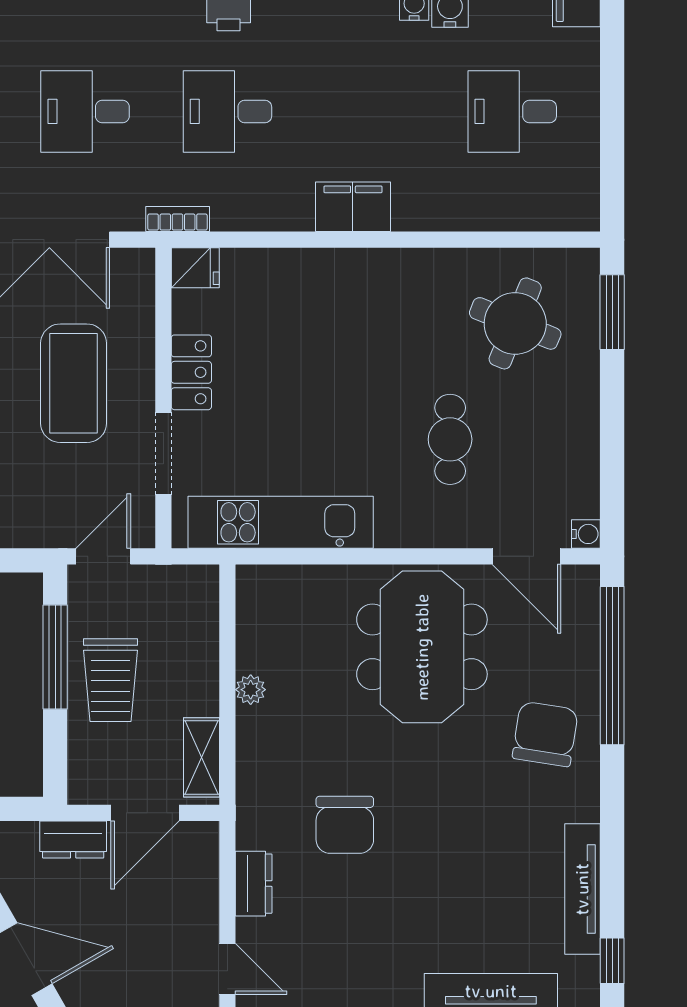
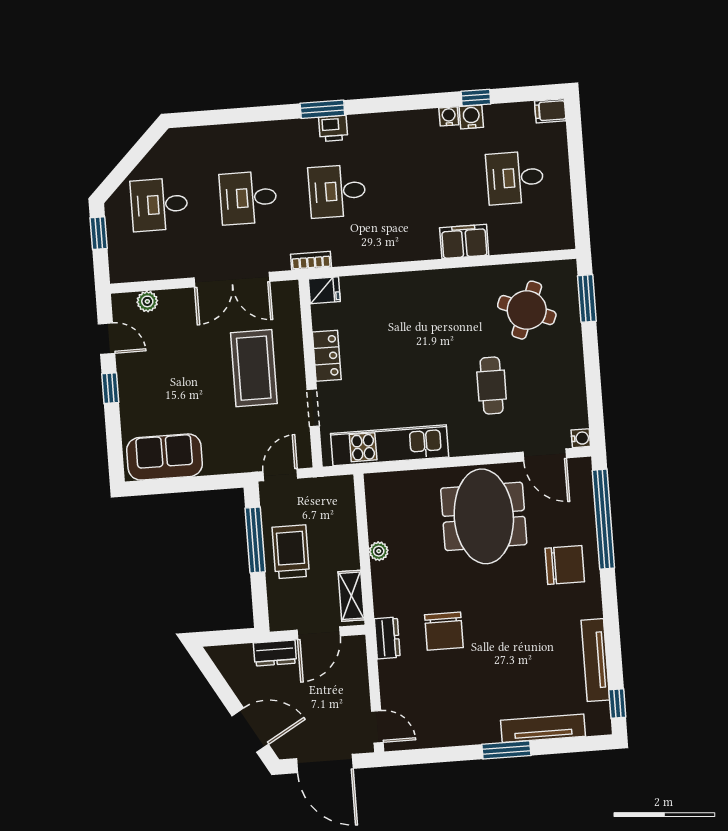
filing cabinet: (353, 207) -> (464, 241), moved
doorway: (163, 454) -> (313, 408), width x0.73
trolley: (110, 680) -> (291, 552), turned 180
chair: (545, 734) -> (565, 565), turned 81
dresser: (254, 884) -> (387, 638), moved

